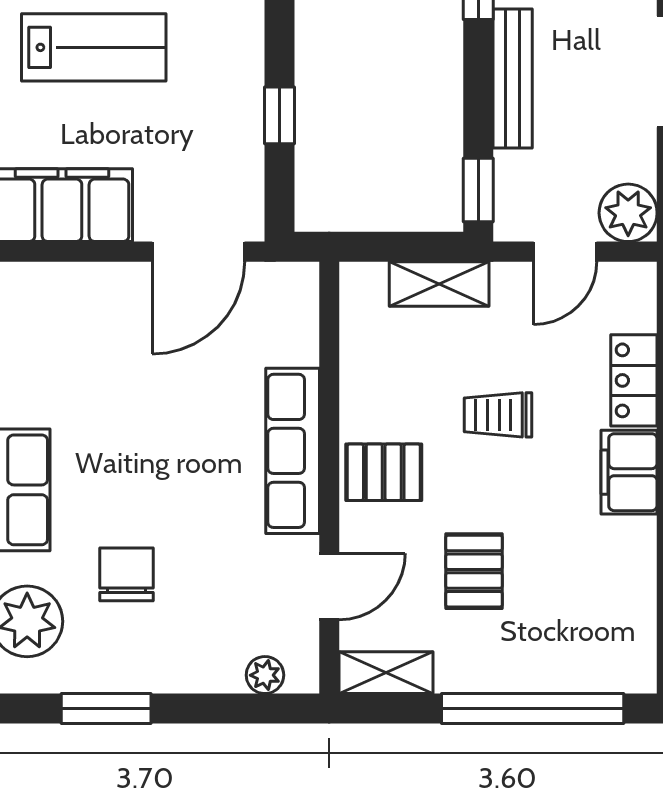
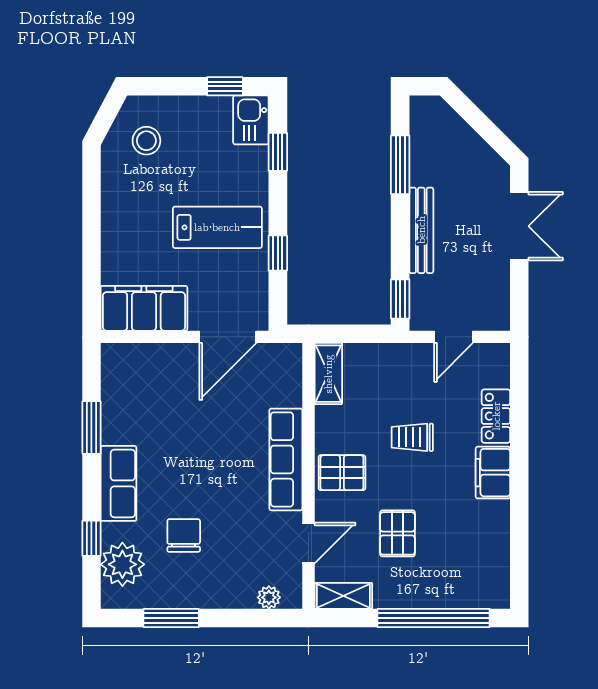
lab bench: (94, 47) -> (217, 227), moved
plant: (628, 213) -> (492, 313), removed
shelving: (439, 284) -> (328, 374), moved, turned 90

